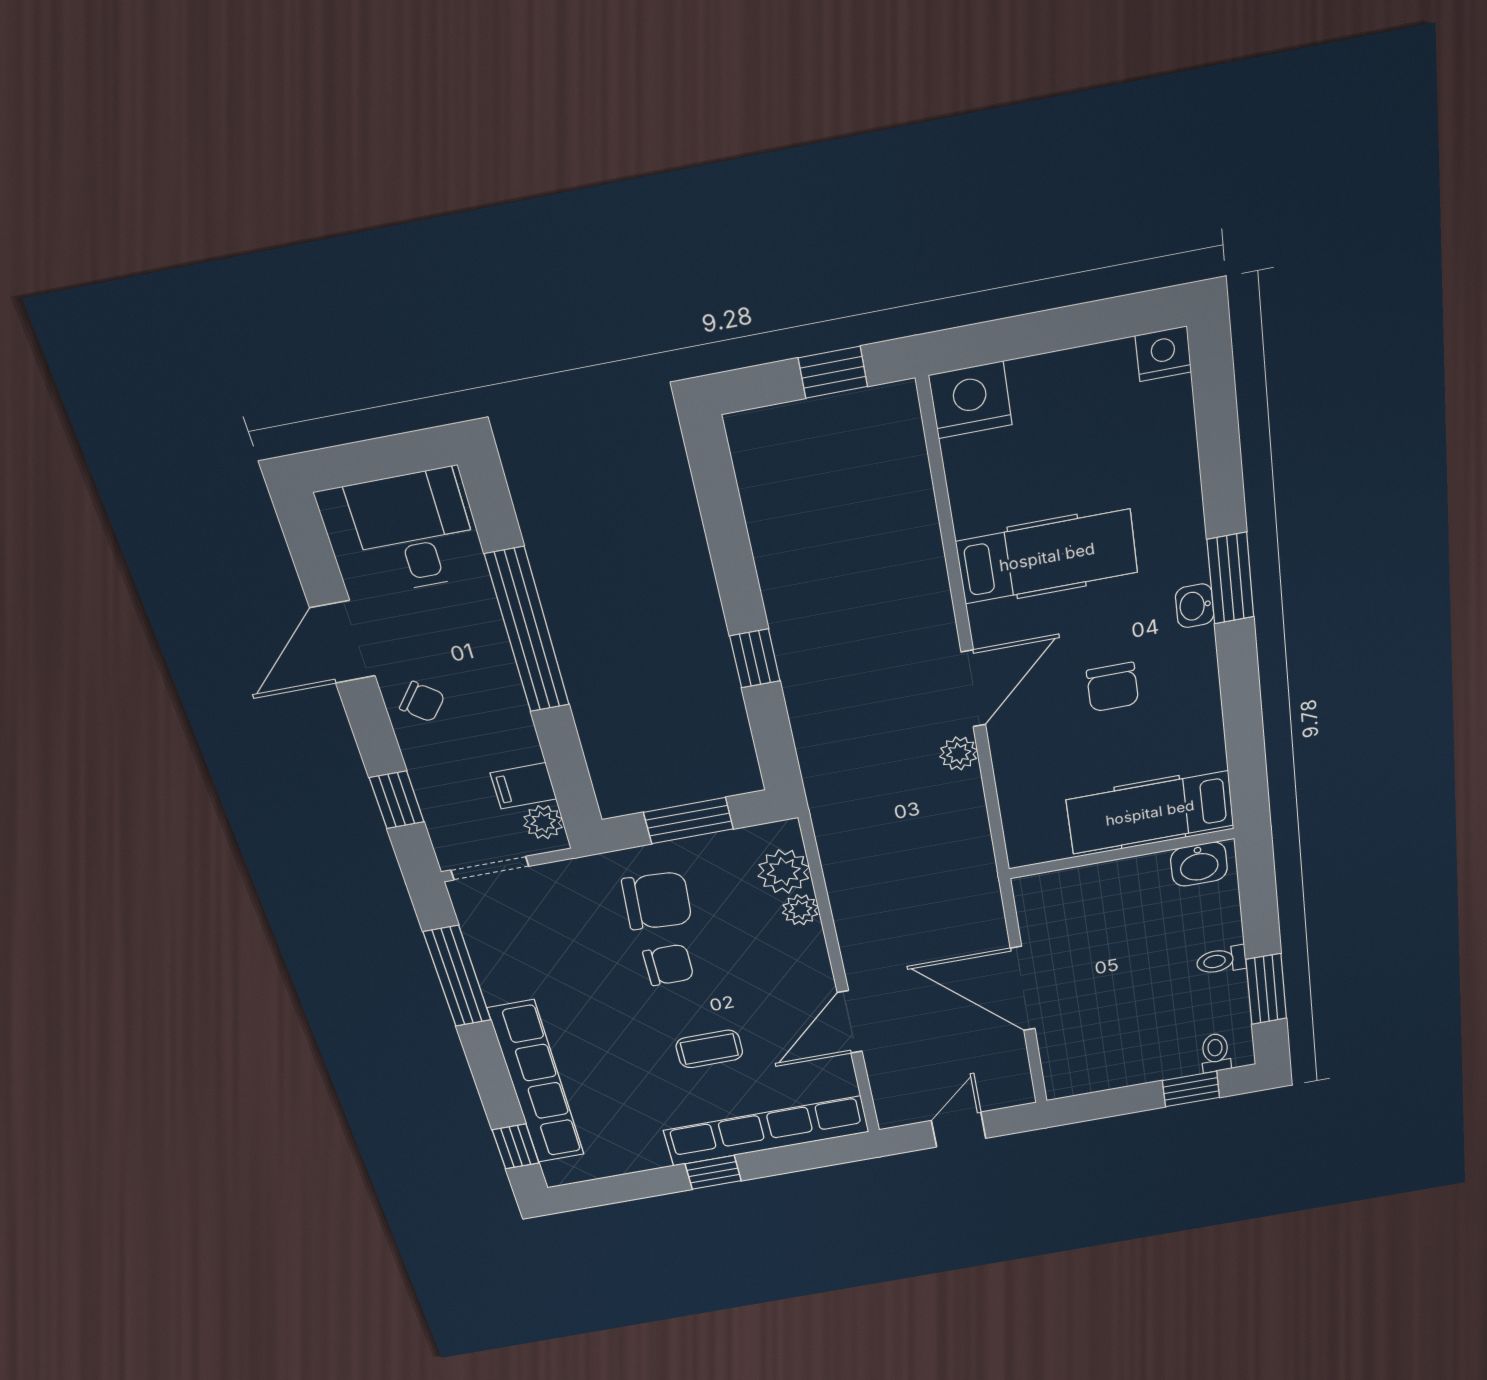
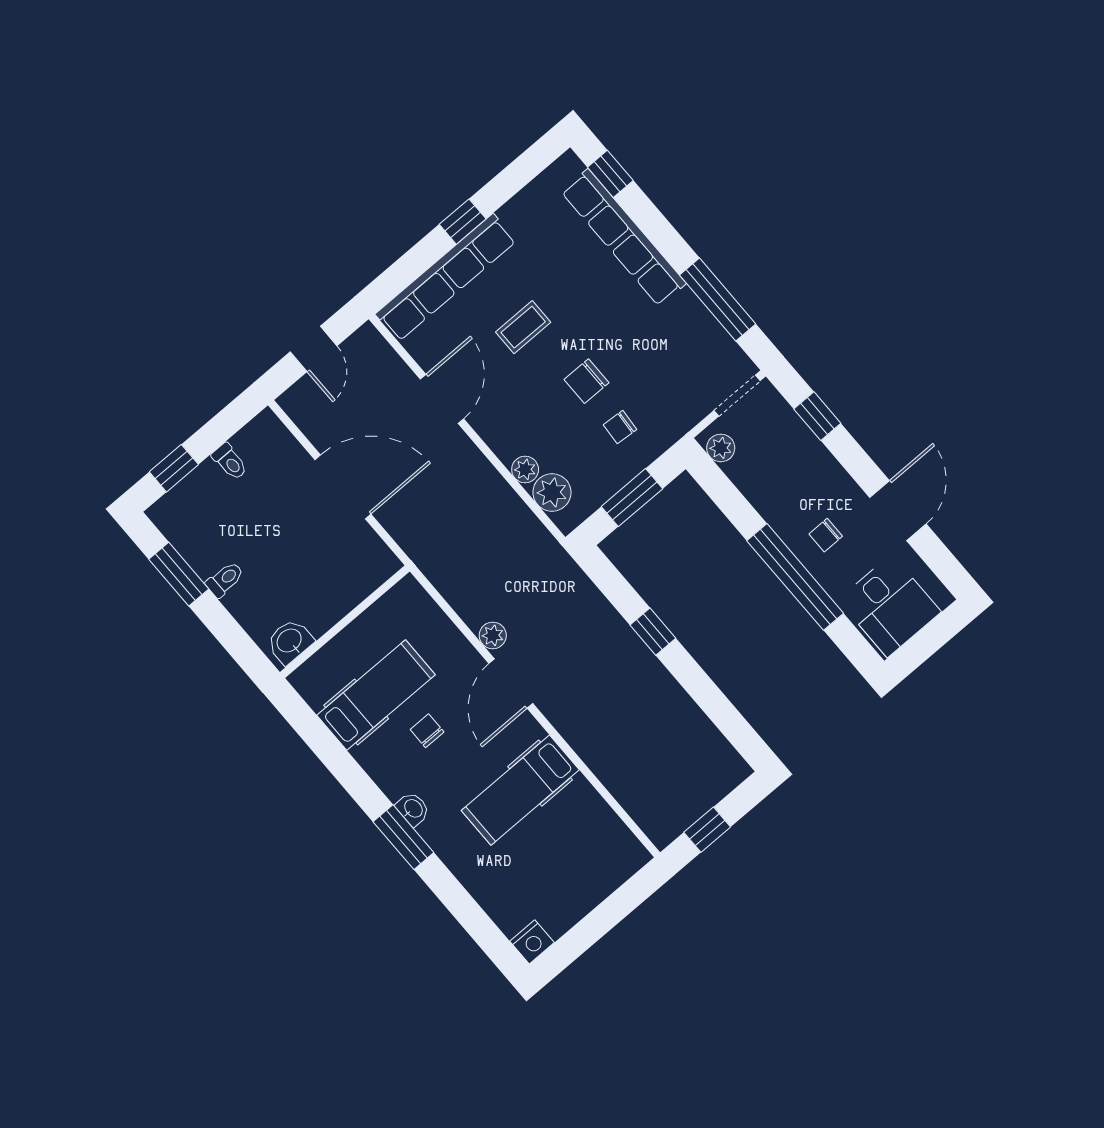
nightstand: (970, 400) -> (622, 857), removed
chair: (1113, 687) -> (427, 731), width x0.73, depth x0.73
chair: (422, 702) -> (826, 535), moved, turned -38
filing cabinet: (523, 786) -> (746, 468), removed
hospital bed: (1150, 813) -> (376, 695), moved
chair: (657, 901) -> (620, 427), width x0.54, depth x0.54
toilet: (1216, 1053) -> (230, 462), moved

